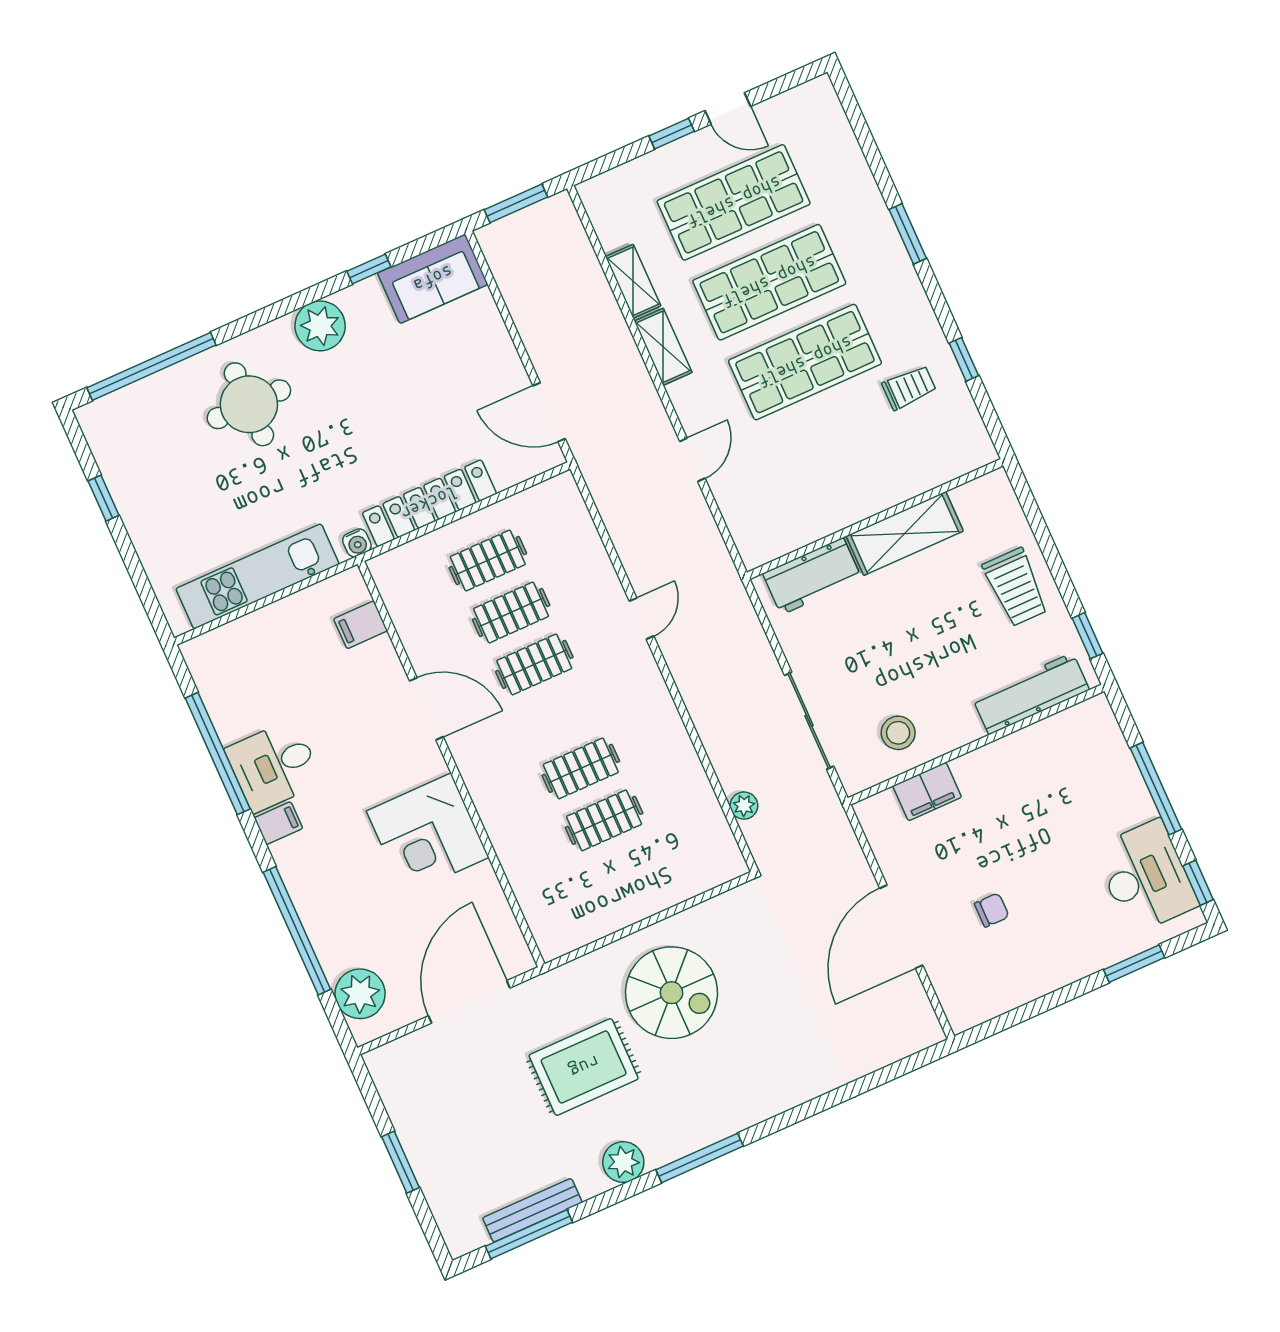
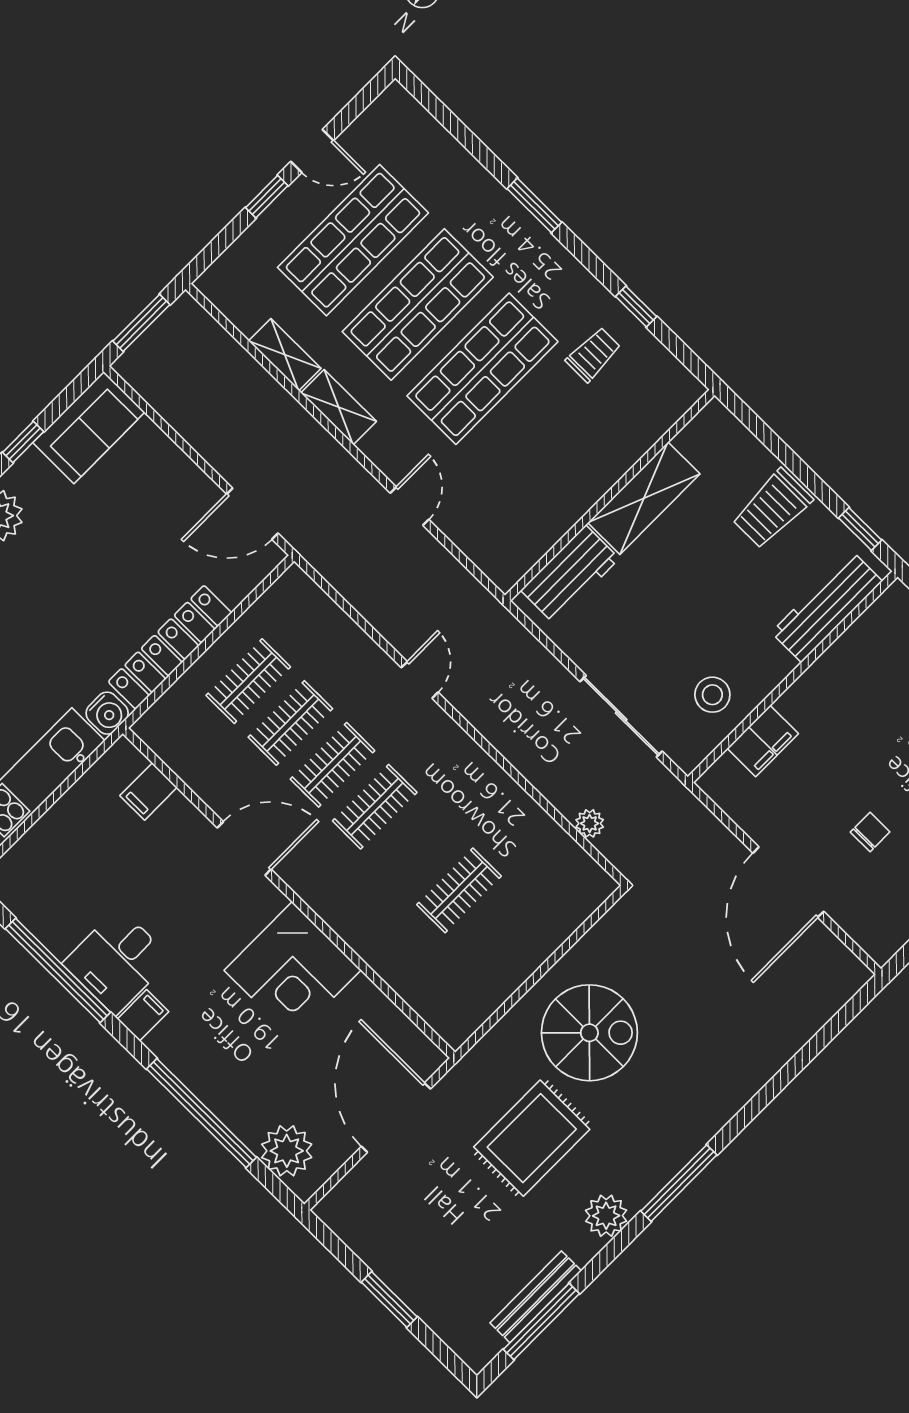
water cooler: (357, 543) -> (107, 713), width x1.38, depth x1.38
trolley: (1016, 587) -> (772, 509), turned 90
clothes rail: (581, 768) -> (375, 807), moved

